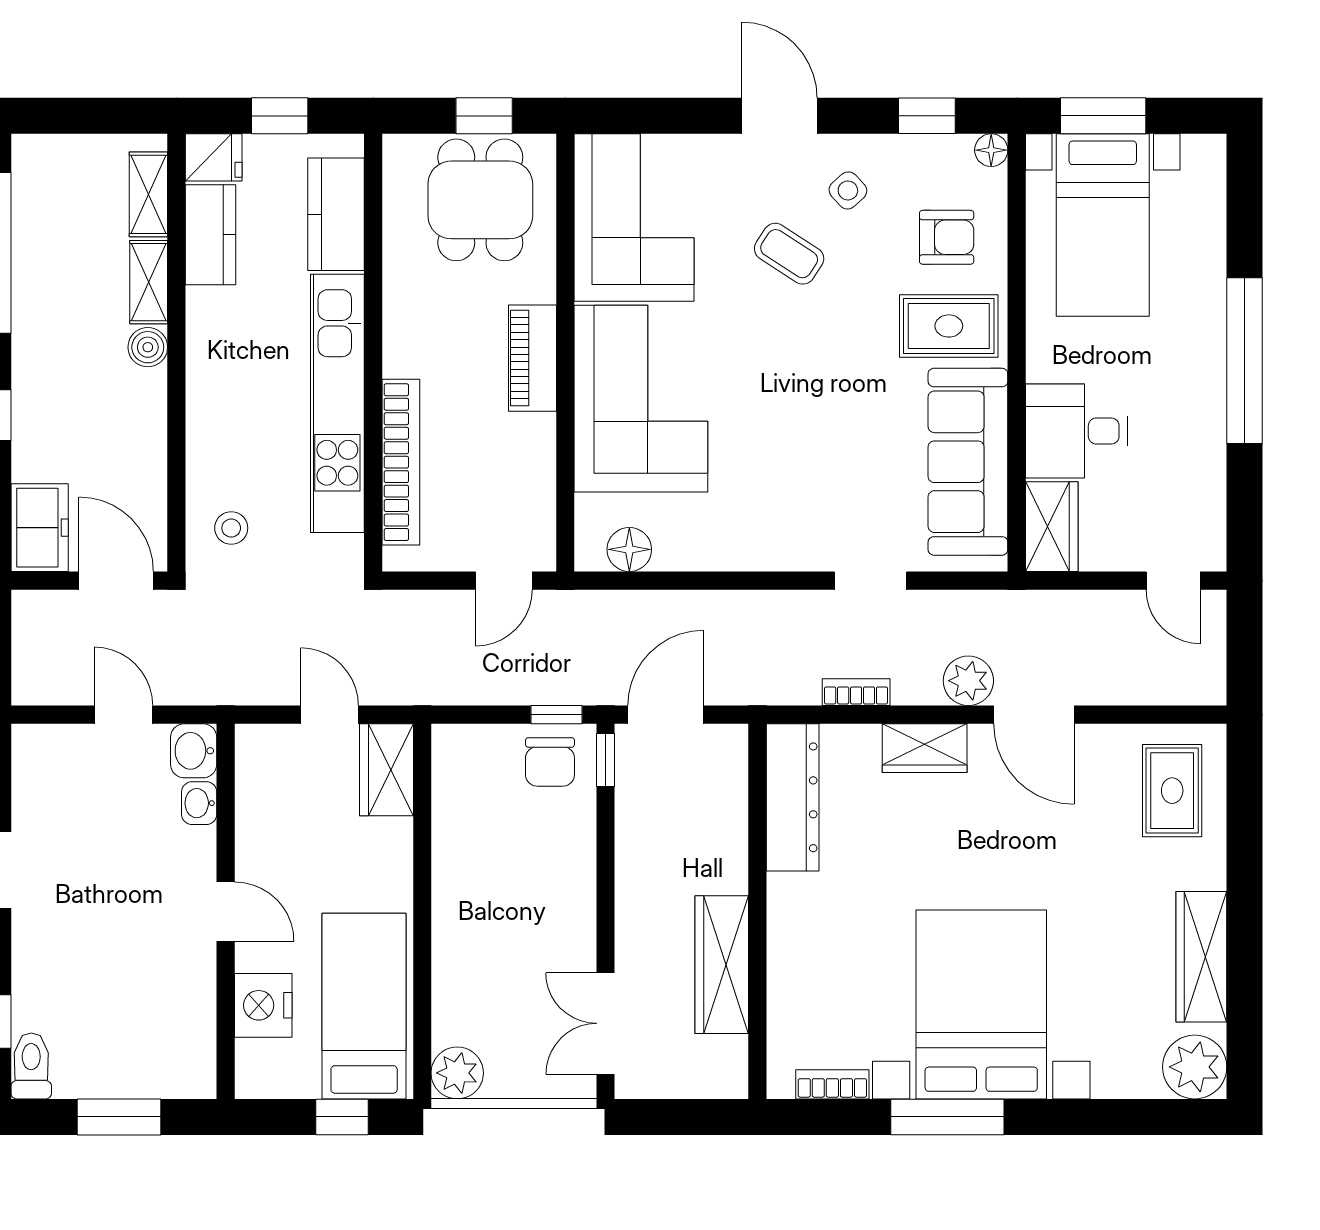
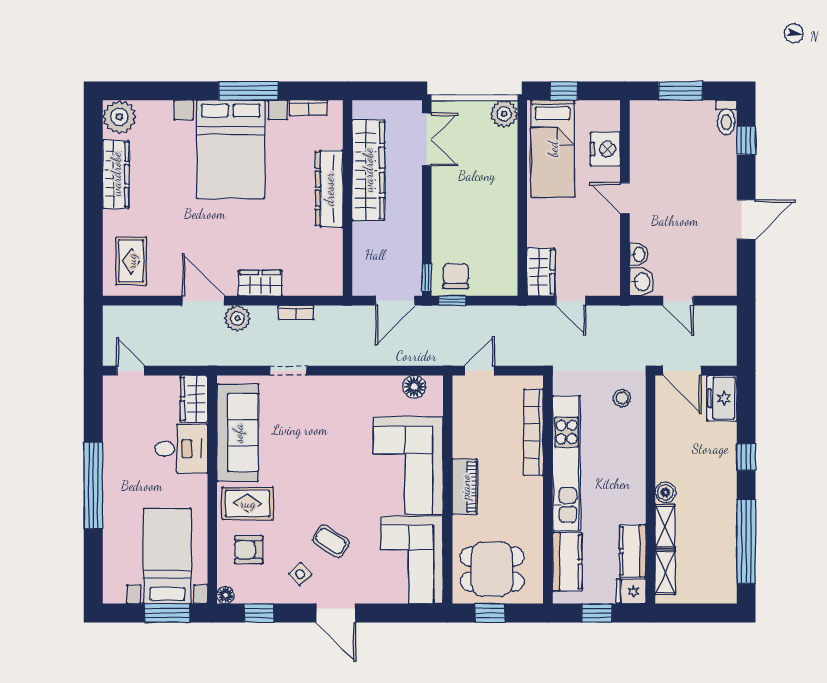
dining table: (480, 200) -> (492, 569), turned 90
dresser: (793, 797) -> (329, 189), moved
wardrobe: (722, 965) -> (368, 170), width x1.40, depth x1.17

